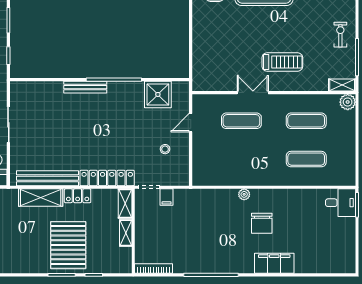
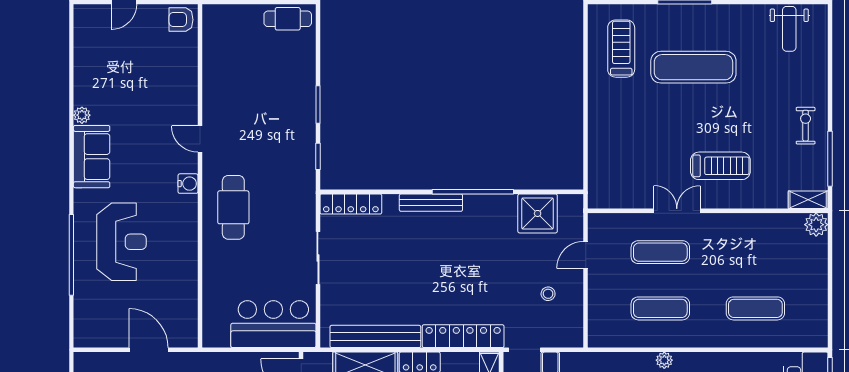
locker: (31, 88) -> (351, 204), added
exercise mat: (306, 121) -> (660, 308), moved

